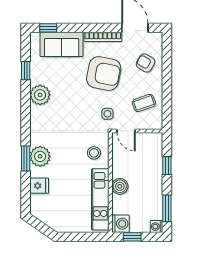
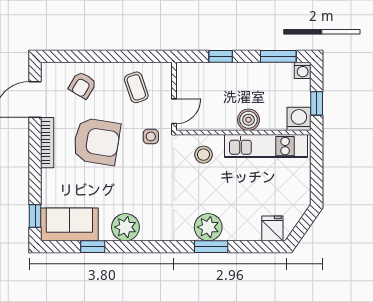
sofa: (62, 44) -> (69, 224), moved, turned -90
armchair: (104, 74) -> (97, 141), turned 88
fridge: (39, 186) -> (272, 228), moved

